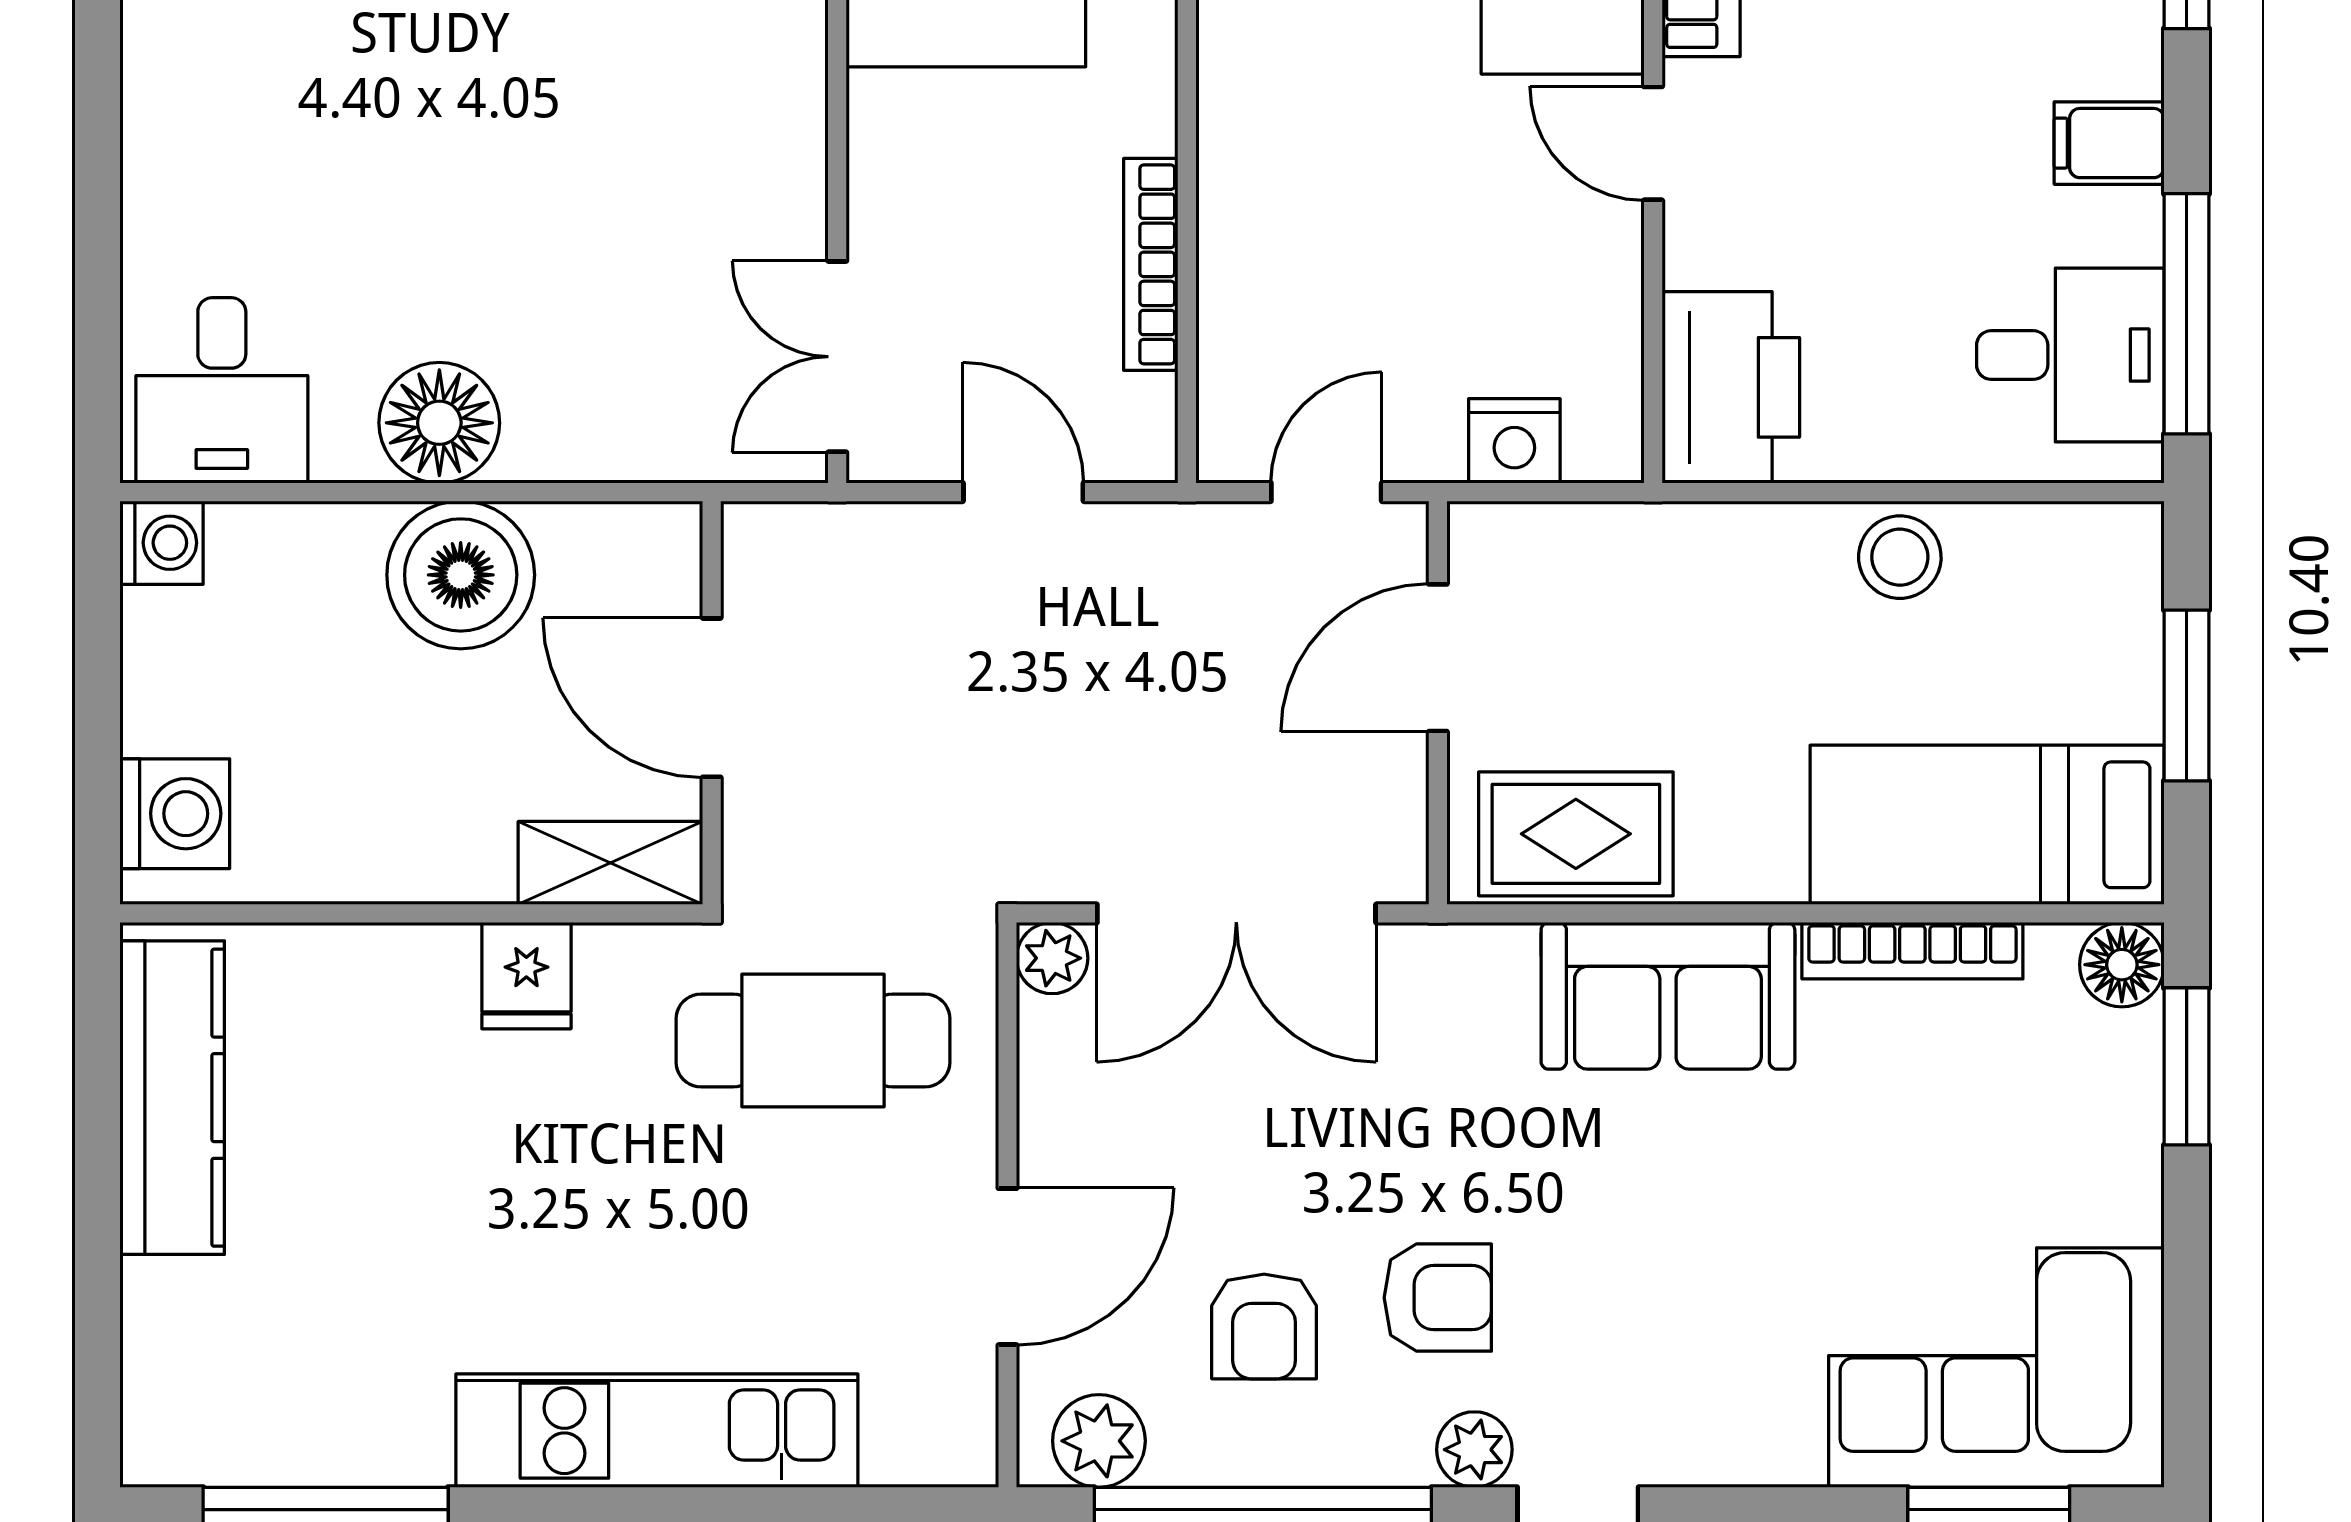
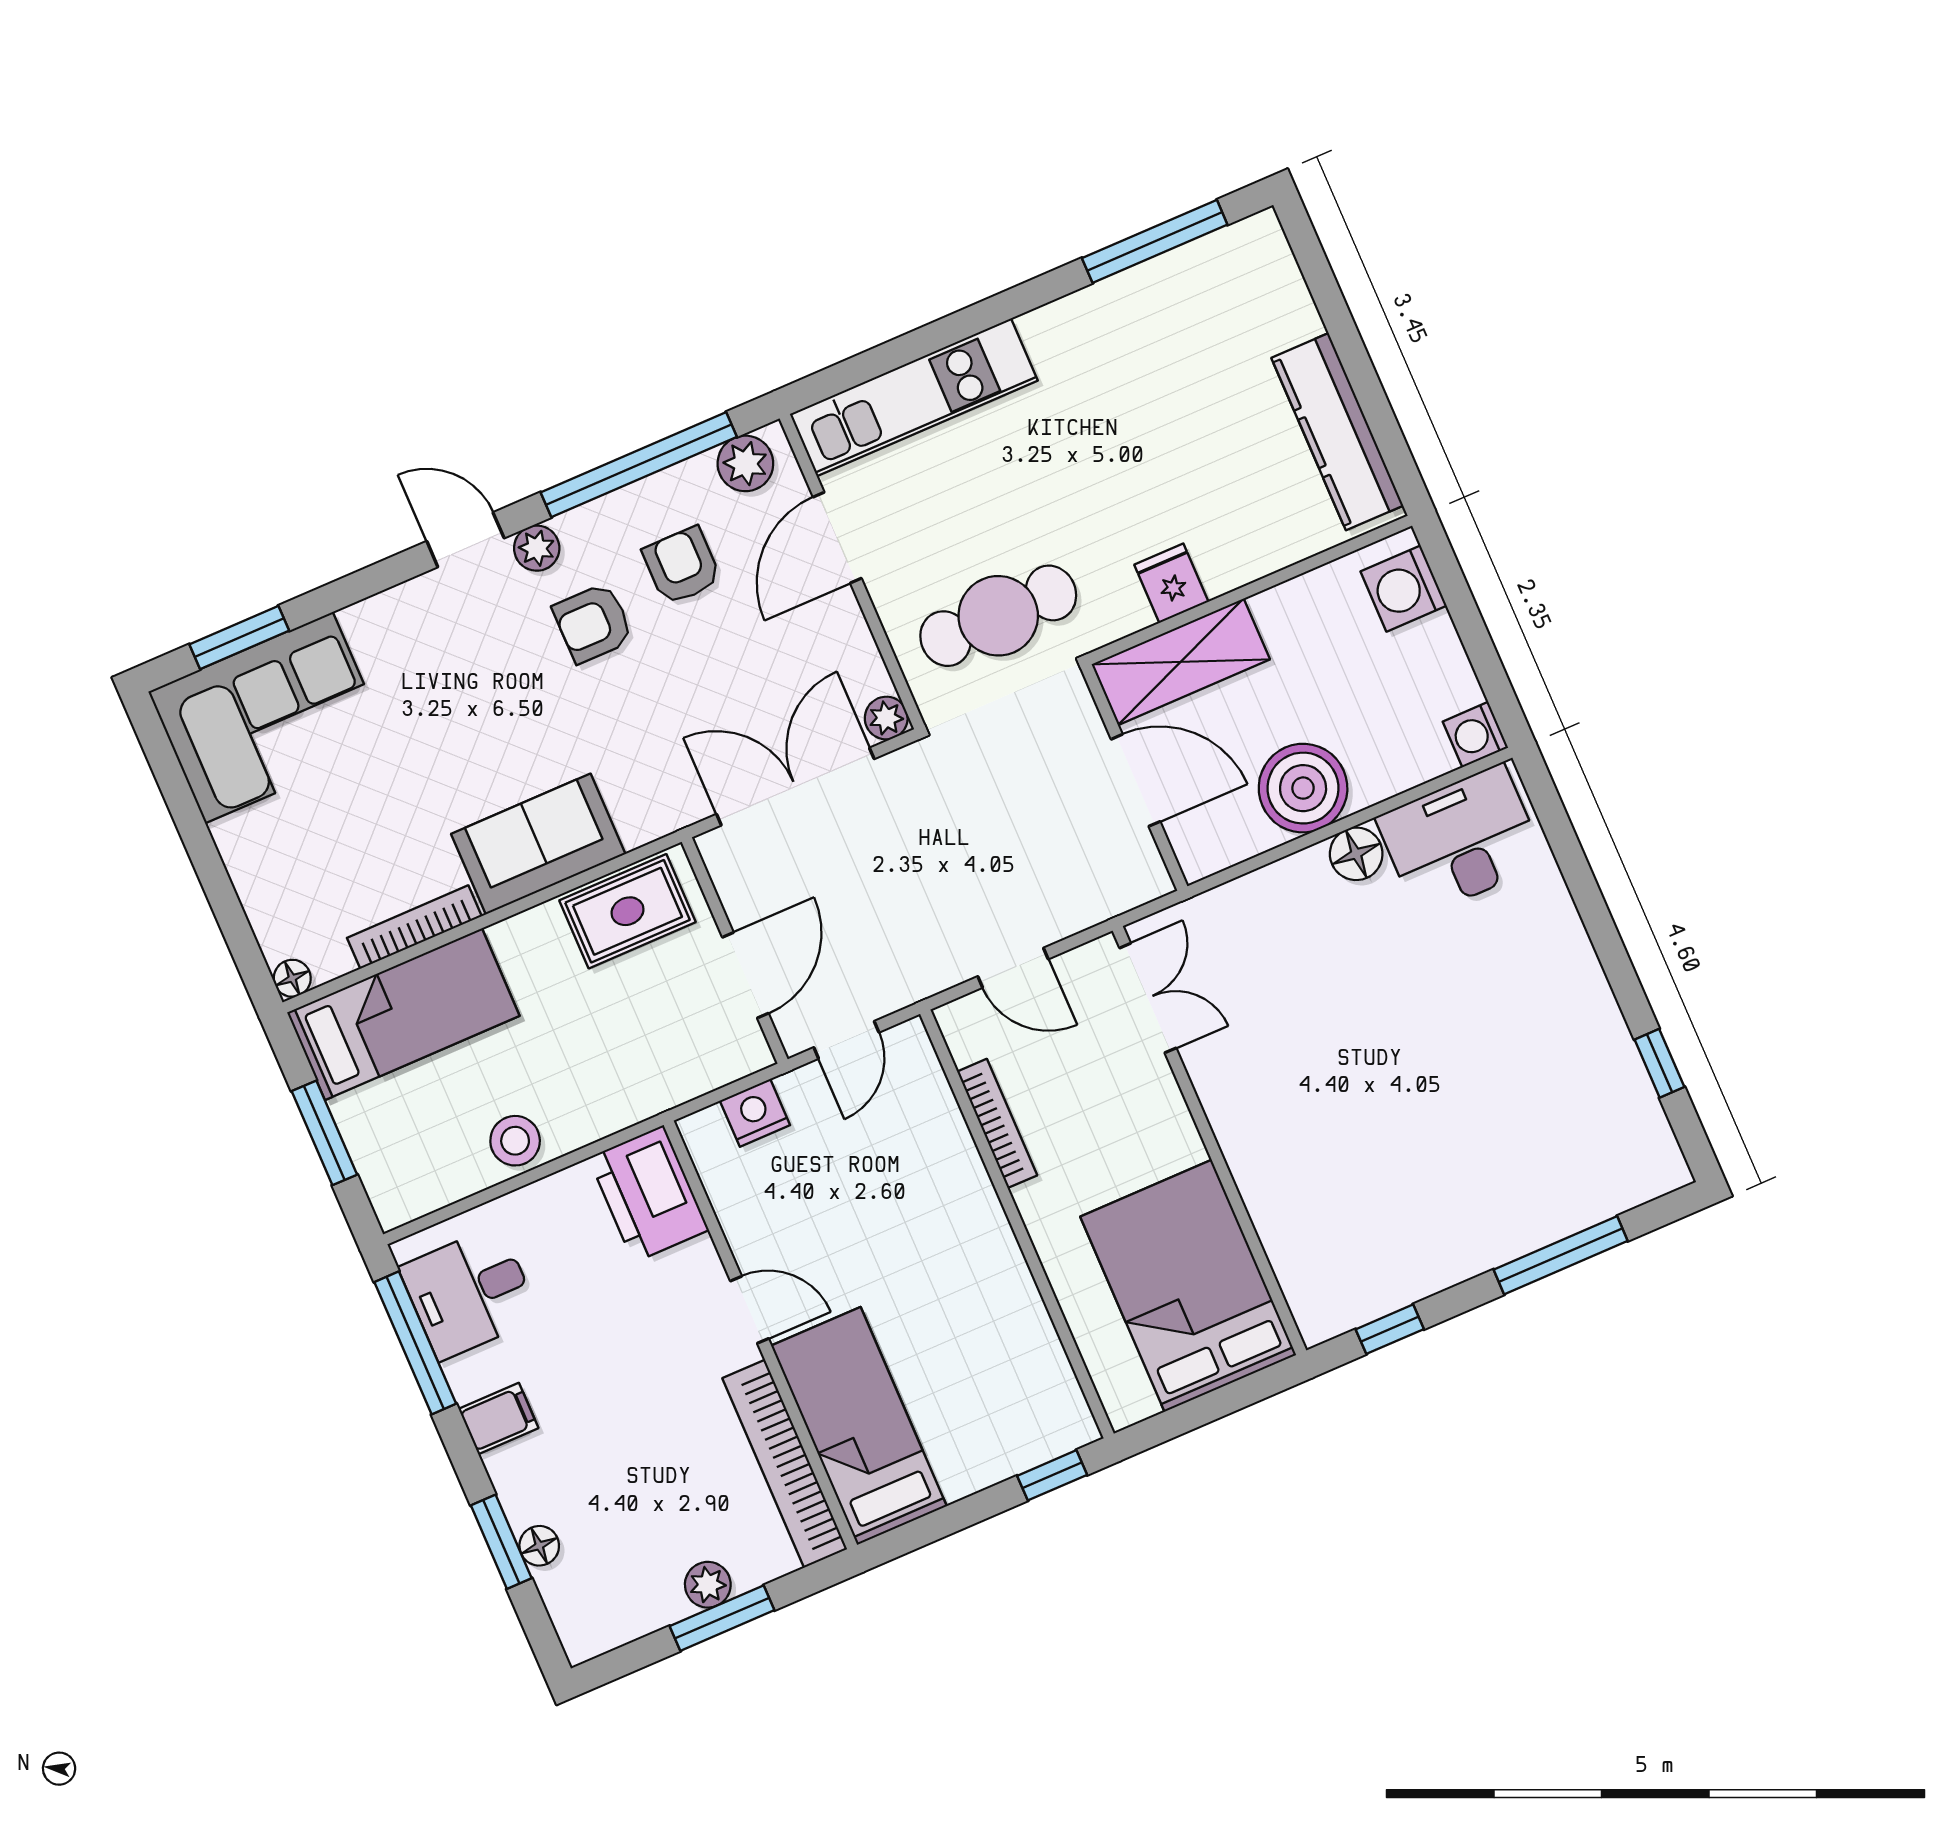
desk: (222, 390) -> (1461, 840), width x1.37
floor lamp: (439, 423) -> (1356, 854), width x0.73, depth x0.73
shelving: (610, 863) -> (1181, 662), width x1.50, depth x1.33
floor lamp: (2122, 965) -> (292, 978), width x0.73, depth x0.73
window: (2187, 1066) -> (236, 929), removed
kitchen unit: (657, 1431) -> (914, 397), moved

